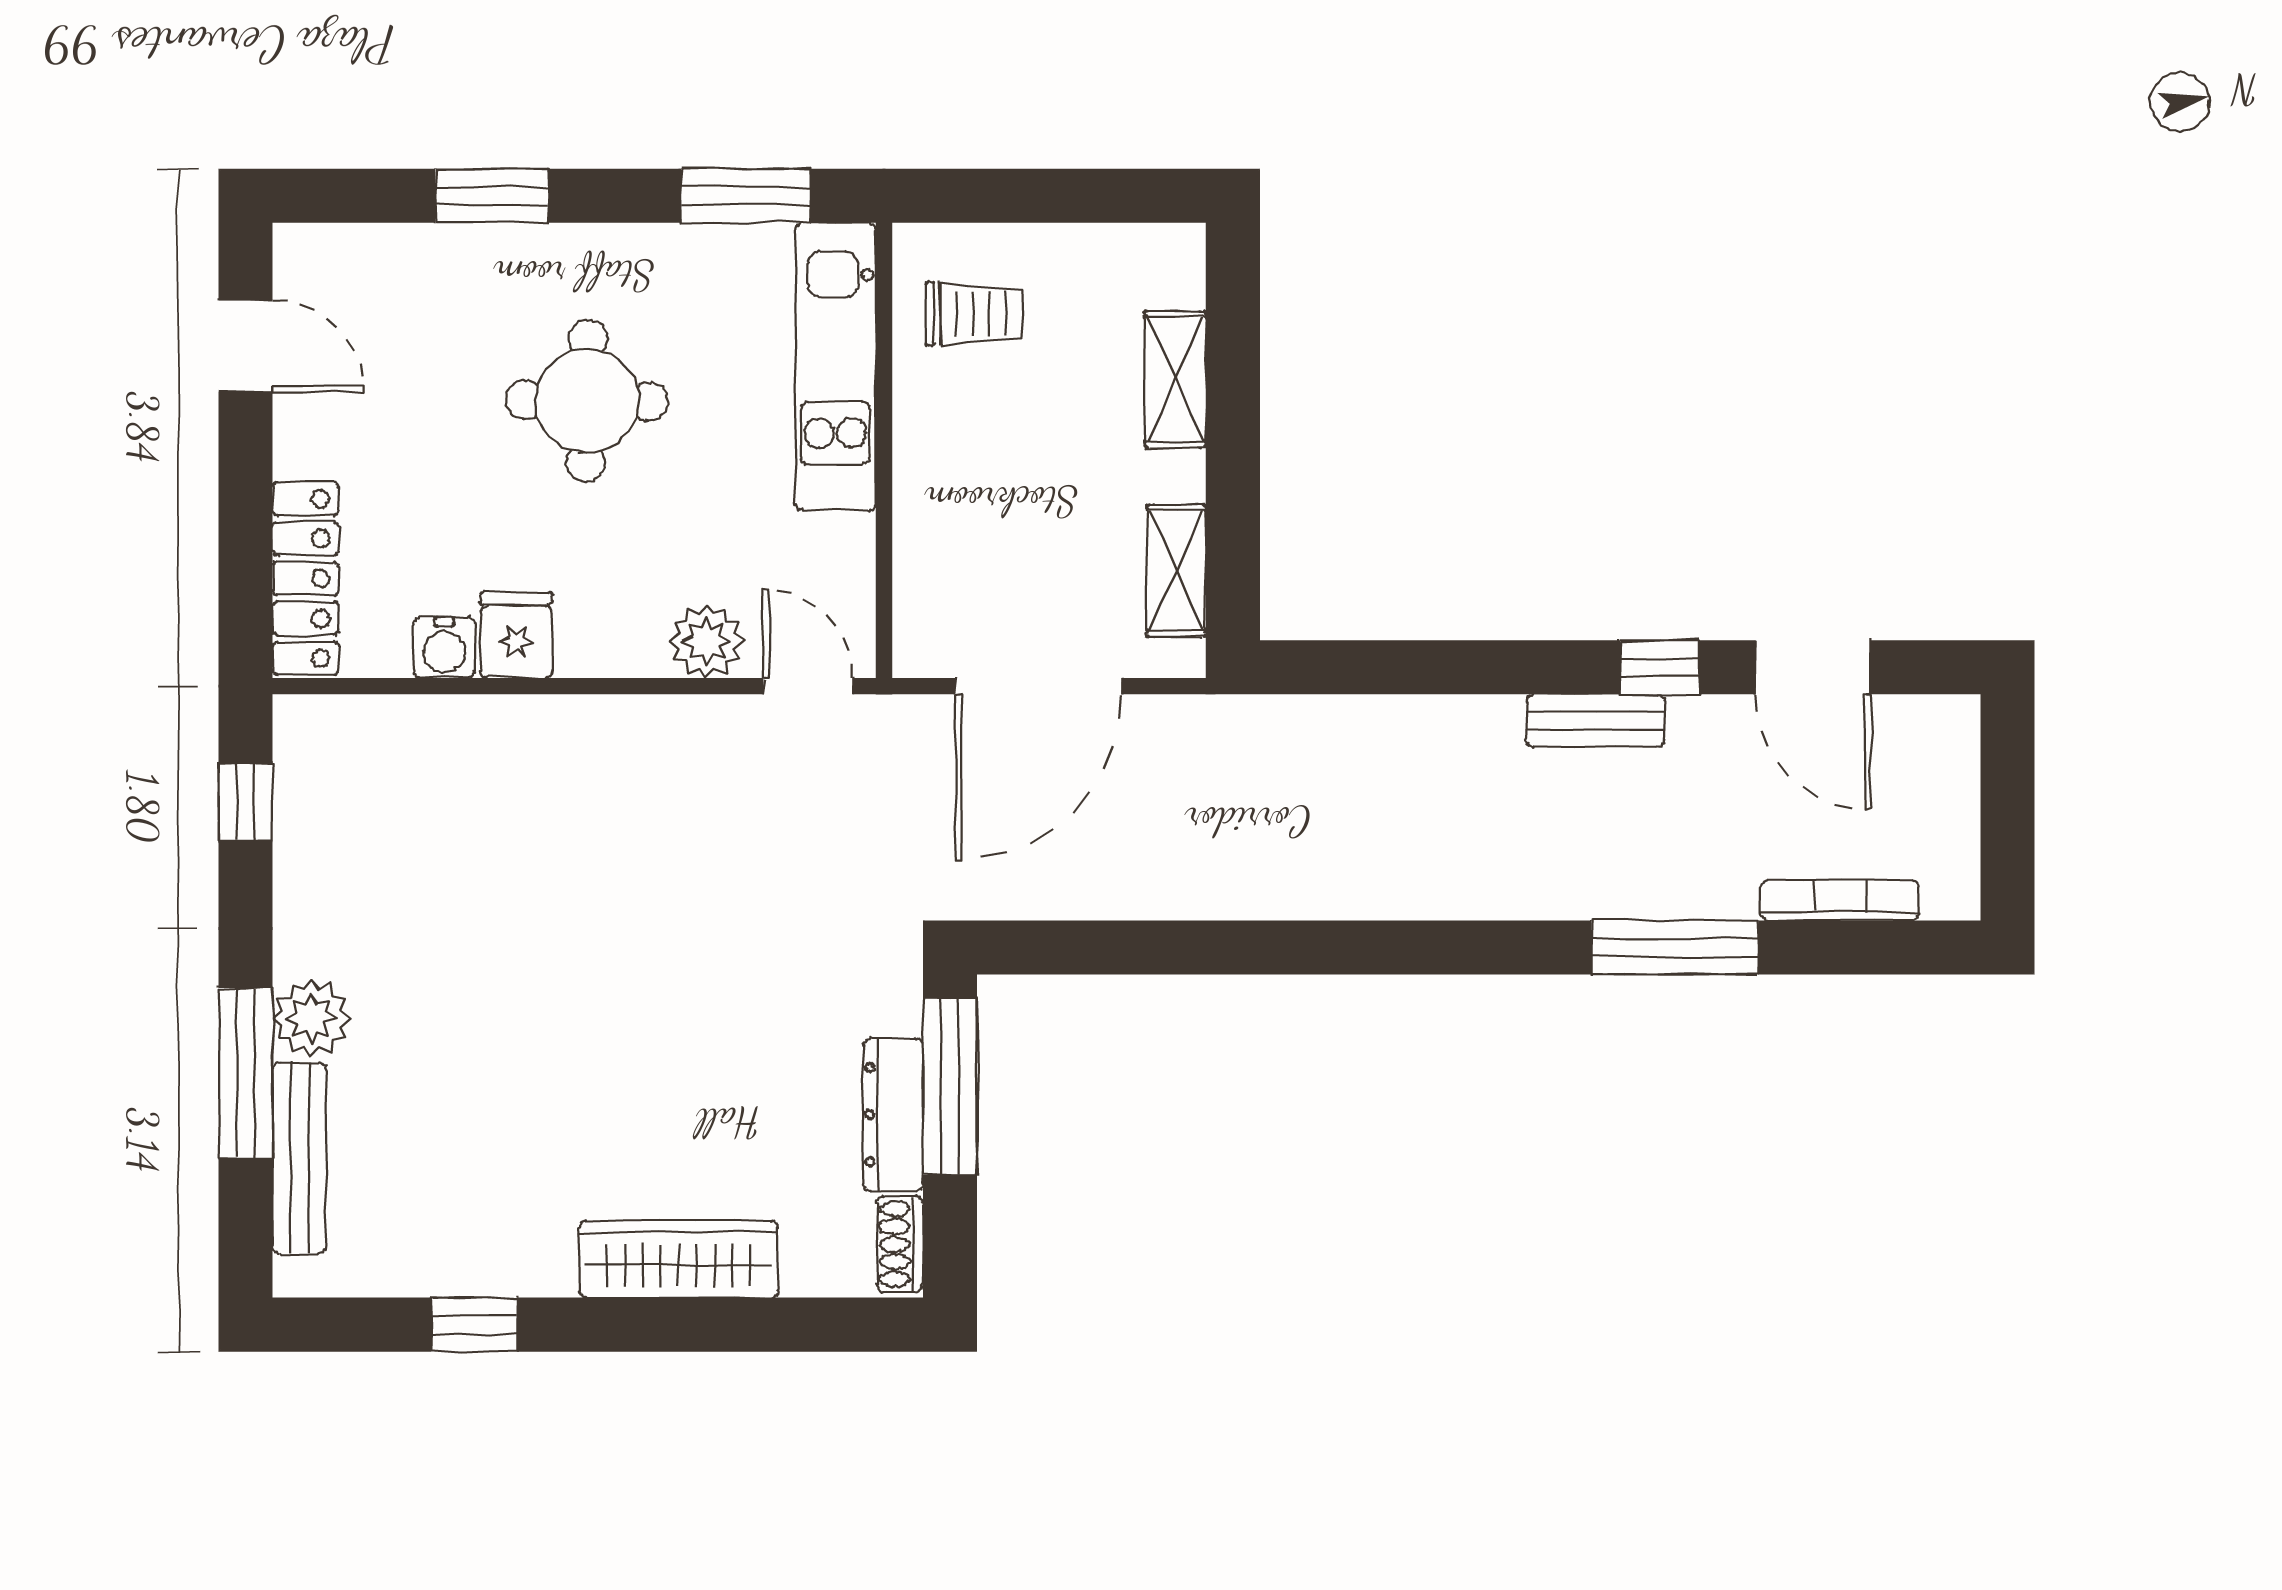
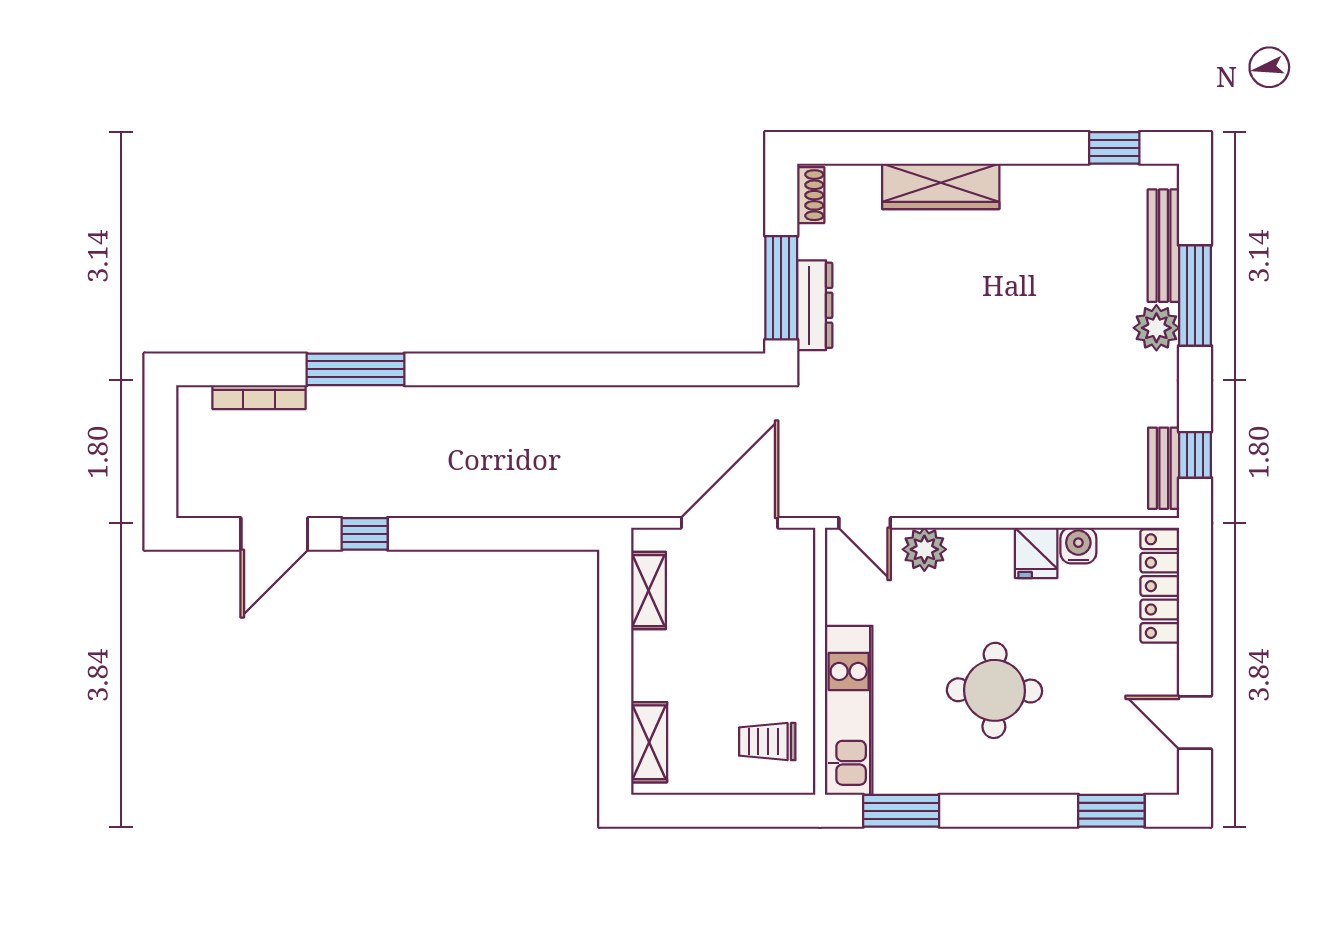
window: (492, 196) -> (1111, 811), moved
shelving: (1175, 379) -> (649, 742), moved
door: (1813, 667) -> (274, 534), swing flipped
bench: (1595, 721) -> (1164, 468), moved, turned 90
dresser: (893, 1115) -> (815, 305), moved
window: (474, 1325) -> (1114, 148), moved

